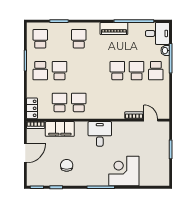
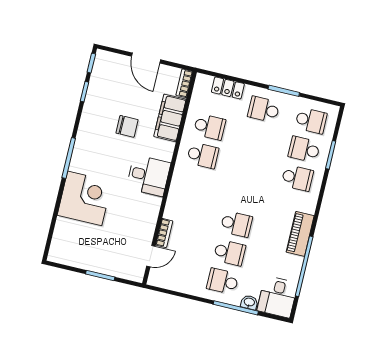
school desk: (59, 71) -> (304, 149), moved, turned 180
locker: (32, 108) -> (228, 88), moved
chair: (67, 165) -> (127, 126), moved

